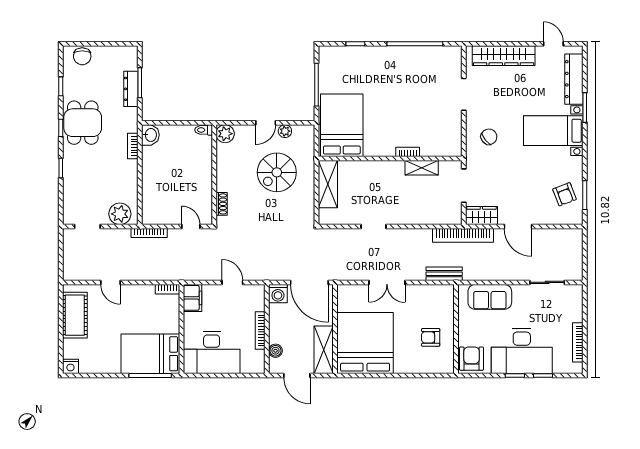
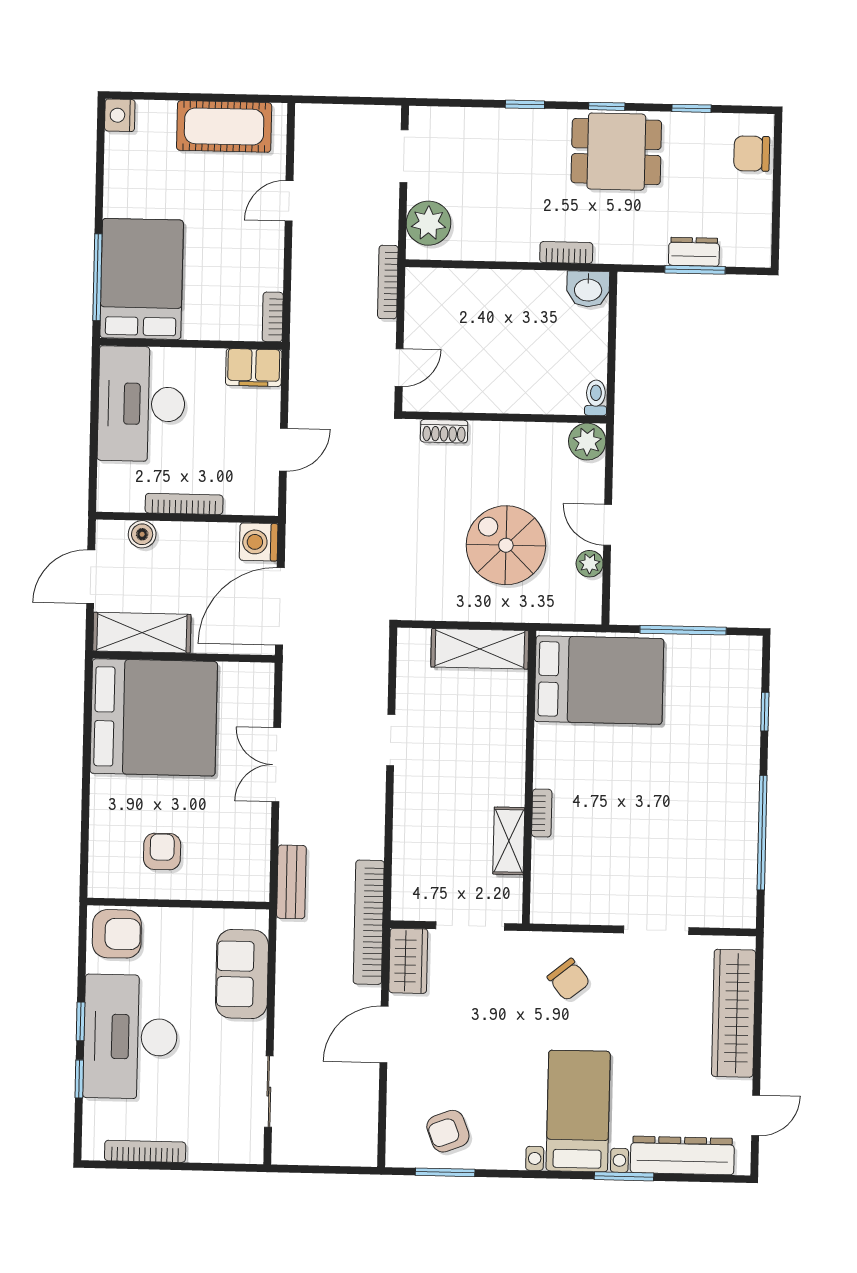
dresser: (131, 89) -> (694, 252), width x0.70

